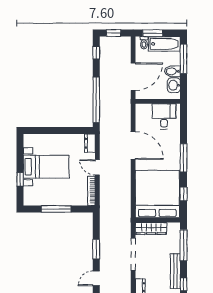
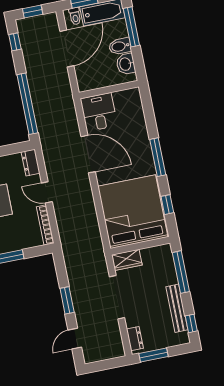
door: (133, 77) -> (67, 48), moved
desk: (164, 116) -> (99, 112), moved
wardrobe: (151, 228) -> (127, 260), width x0.67

